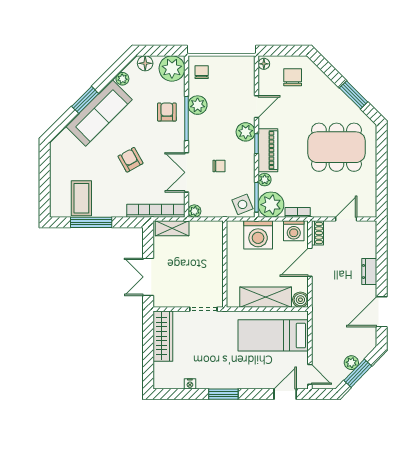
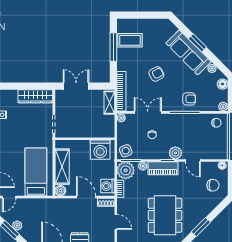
plant: (172, 68) -> (223, 107), width x0.53, depth x0.53
plant: (198, 105) -> (194, 120), removed
washing machine: (258, 235) -> (100, 150), moved, turned -90

